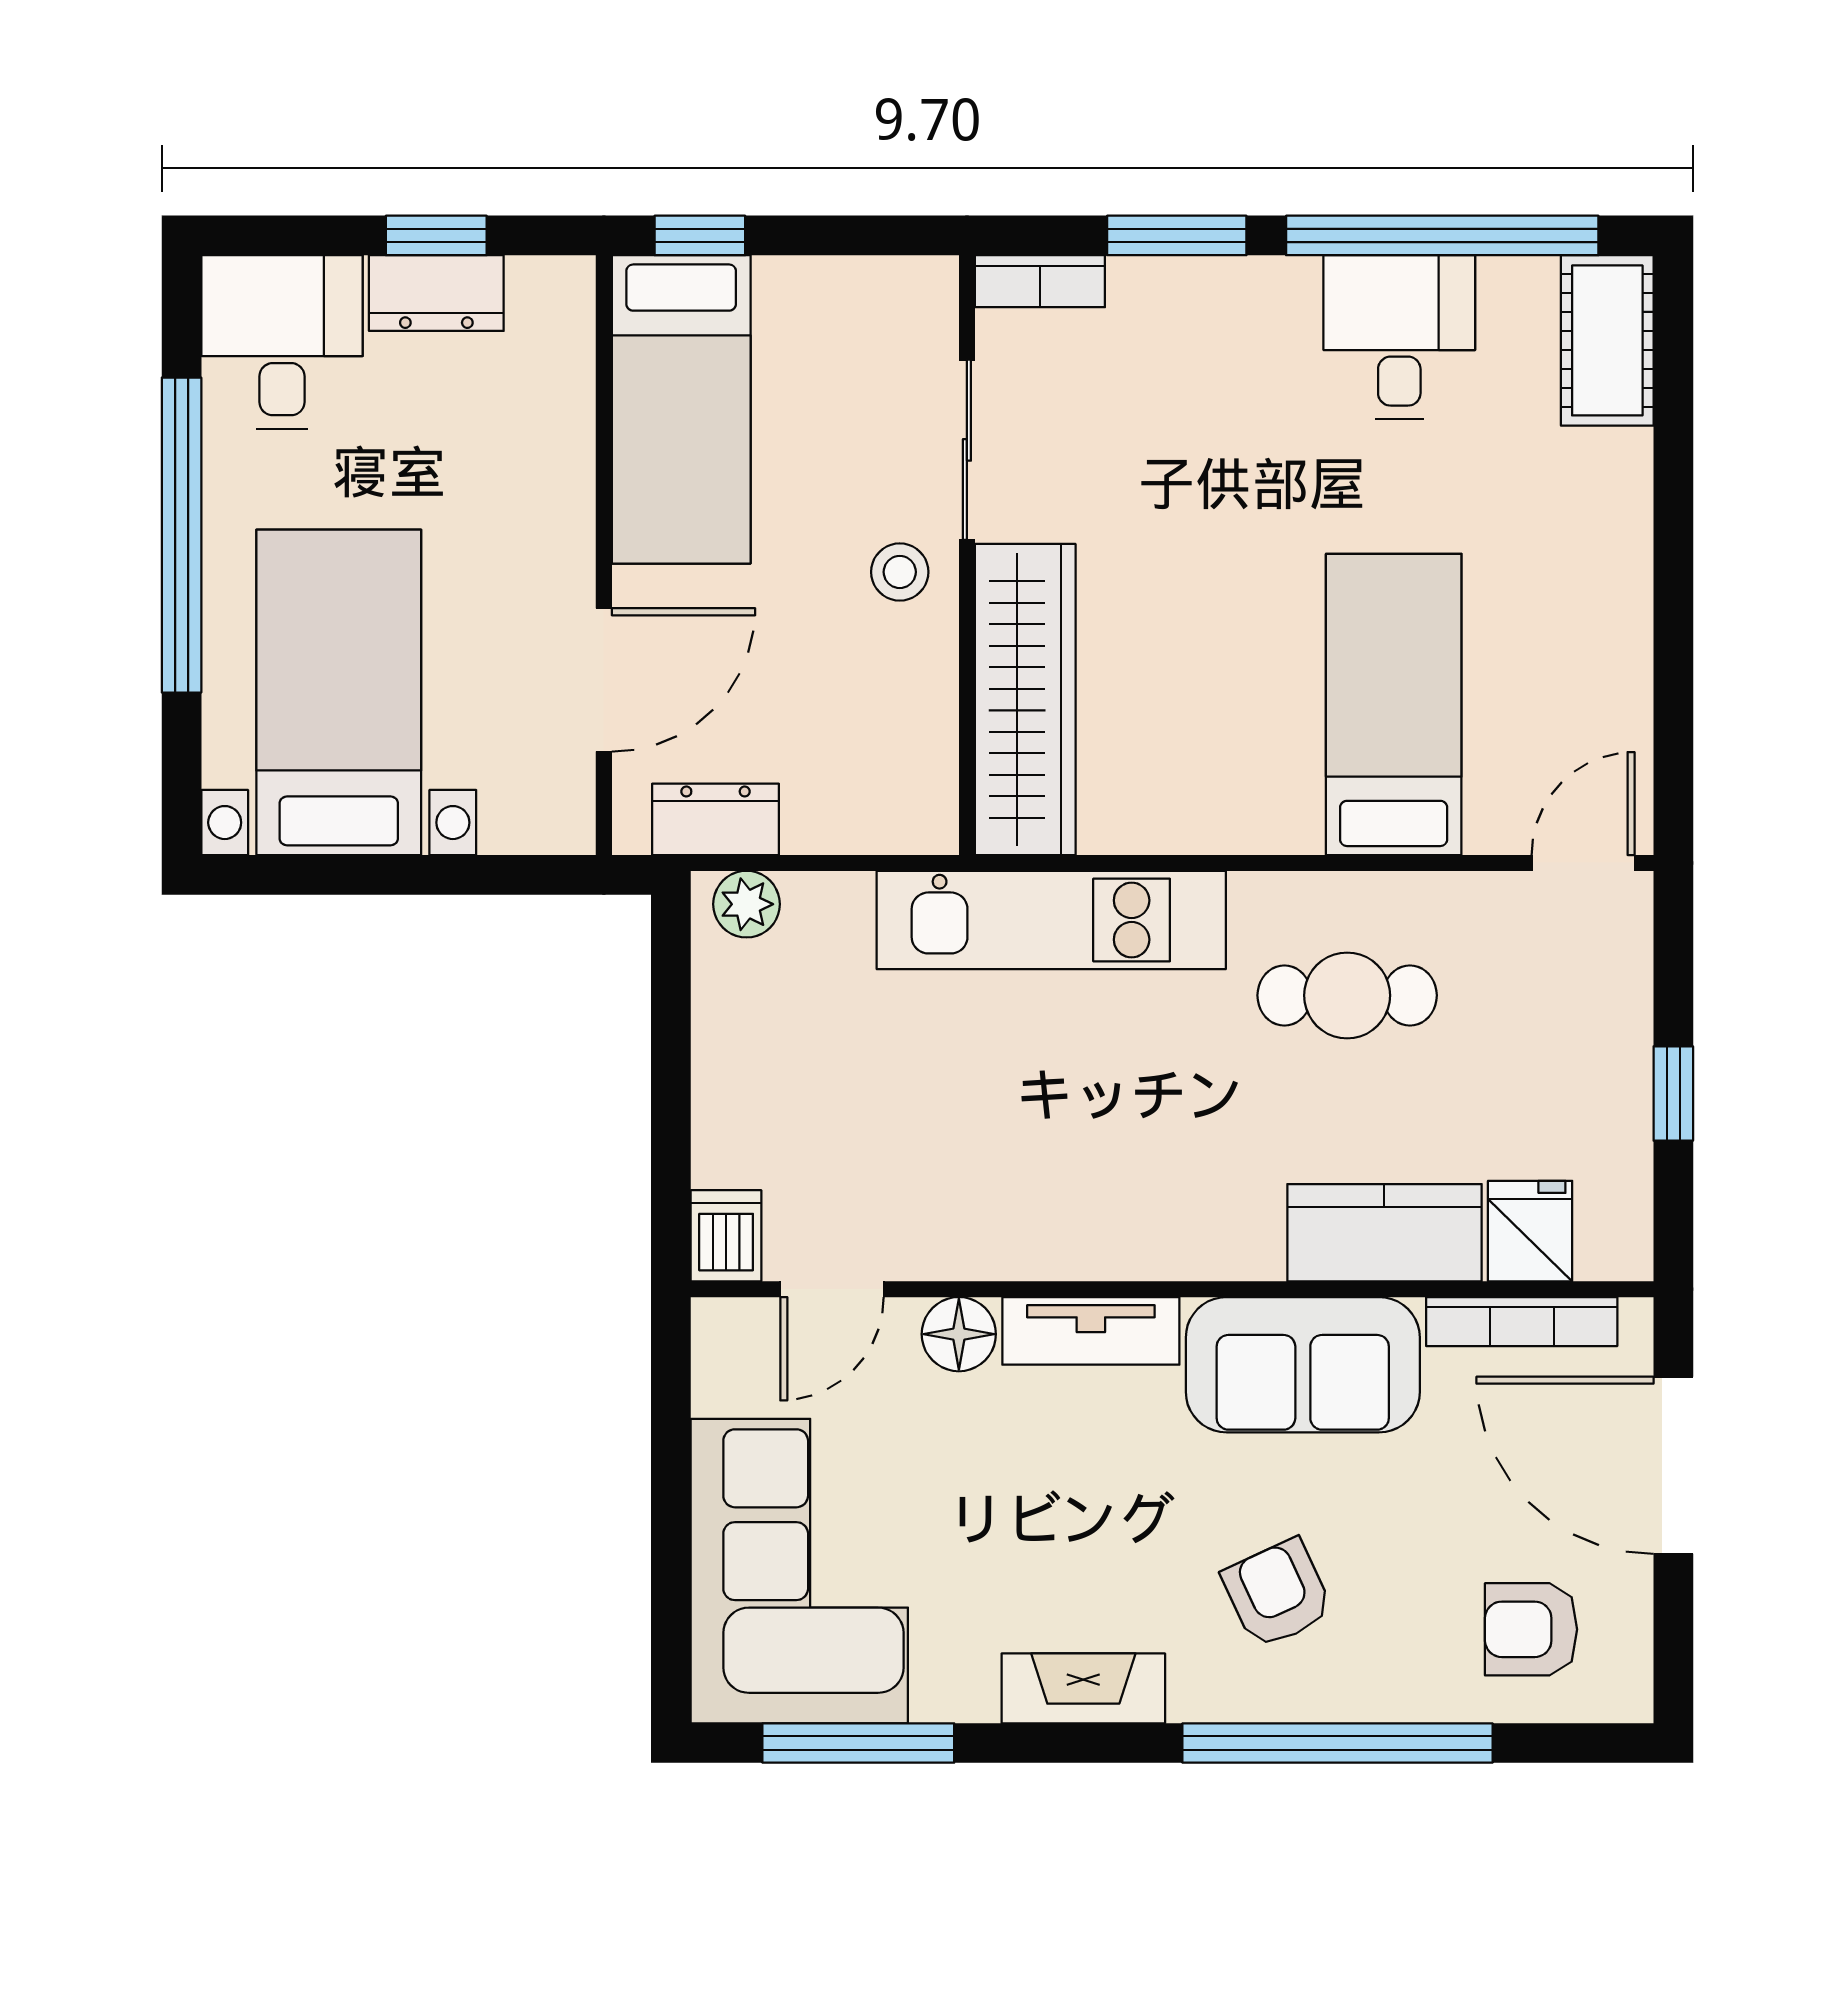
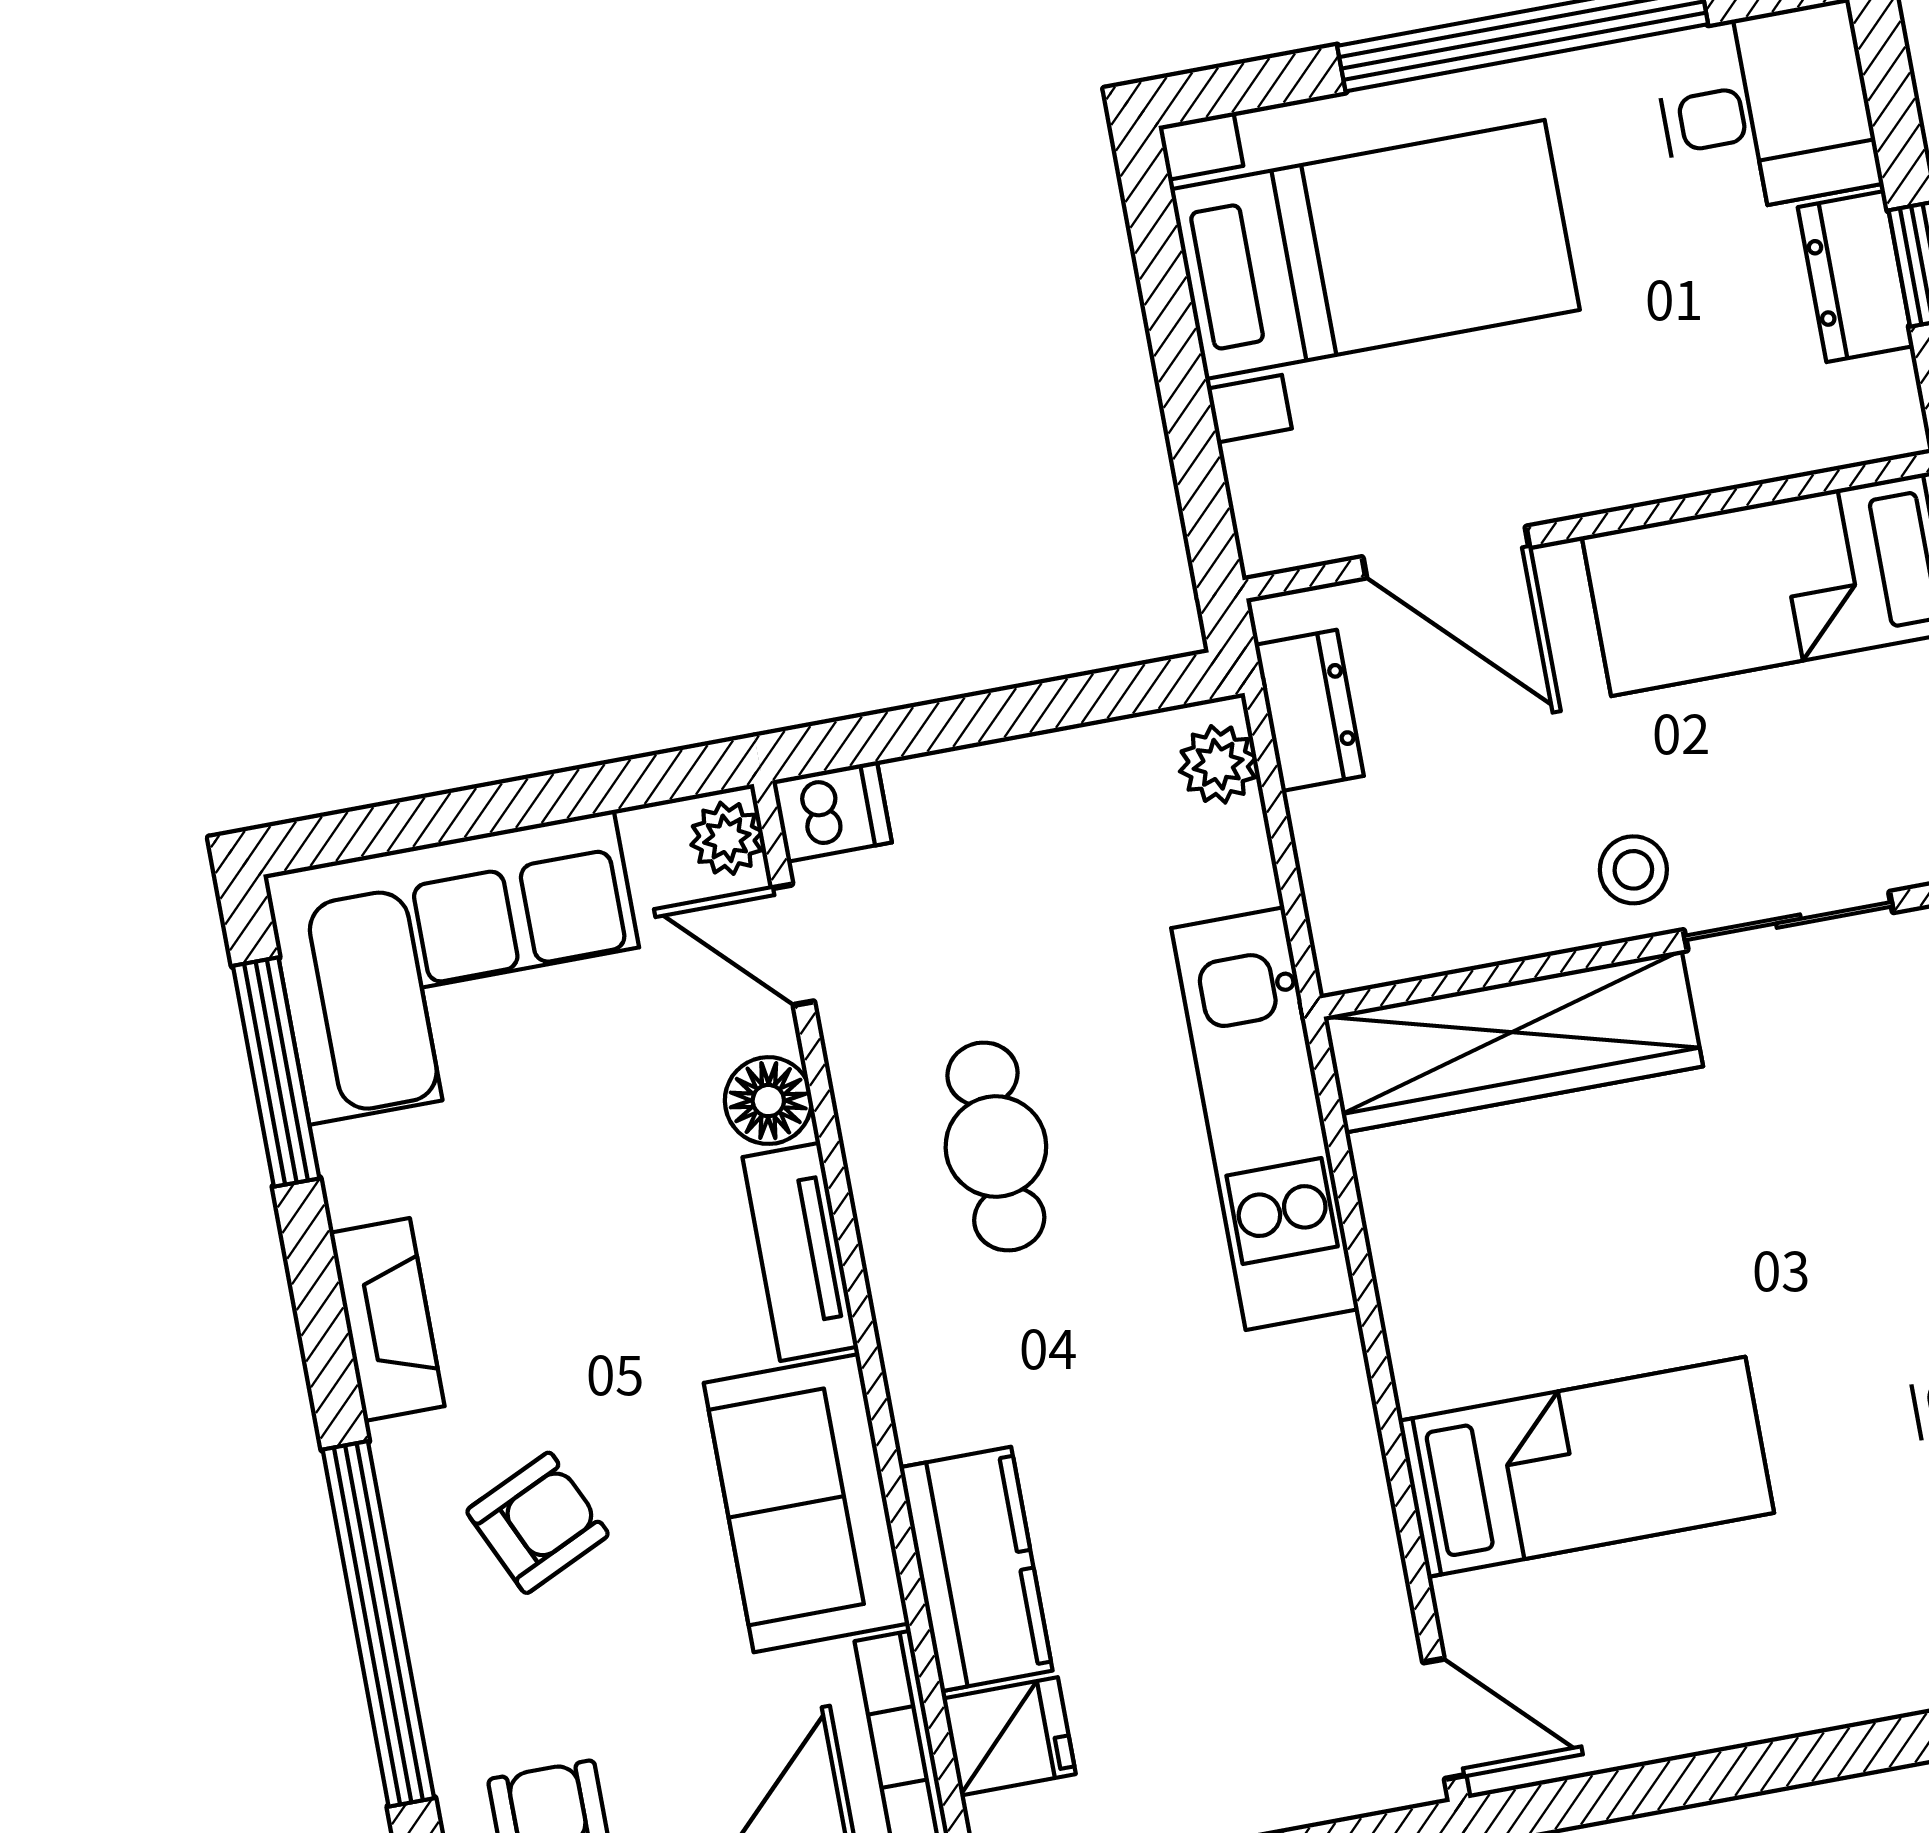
cafe table: (1347, 995) -> (996, 1146), moved
plant: (732, 1328) -> (727, 838), added

